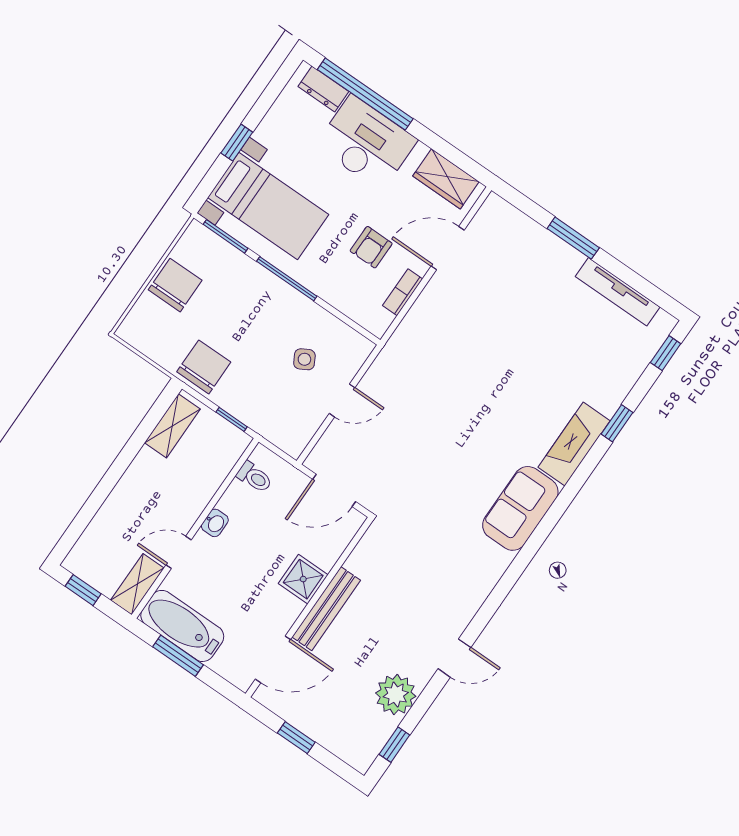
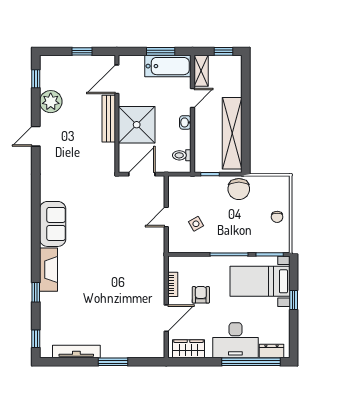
chair: (175, 285) -> (277, 217), width x0.54, depth x0.54
shelving: (172, 426) -> (232, 133), width x2.20, depth x1.33
shower: (303, 579) -> (137, 125), width x1.86, depth x1.86

